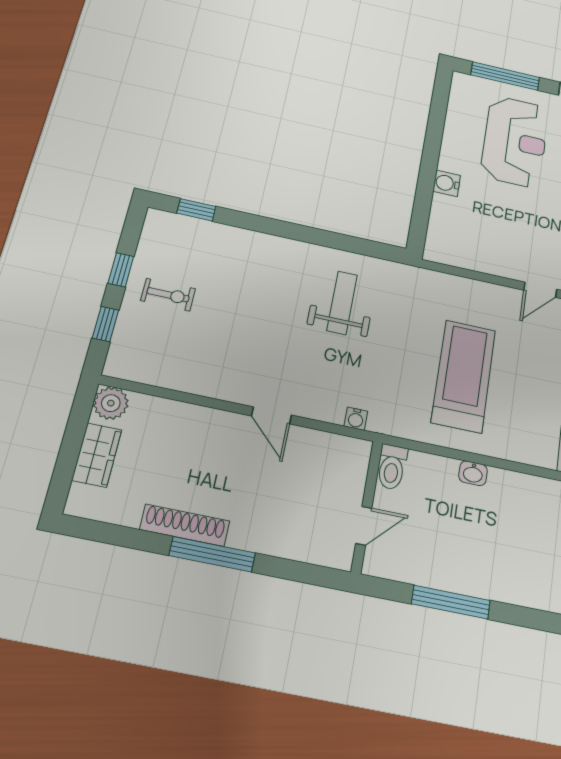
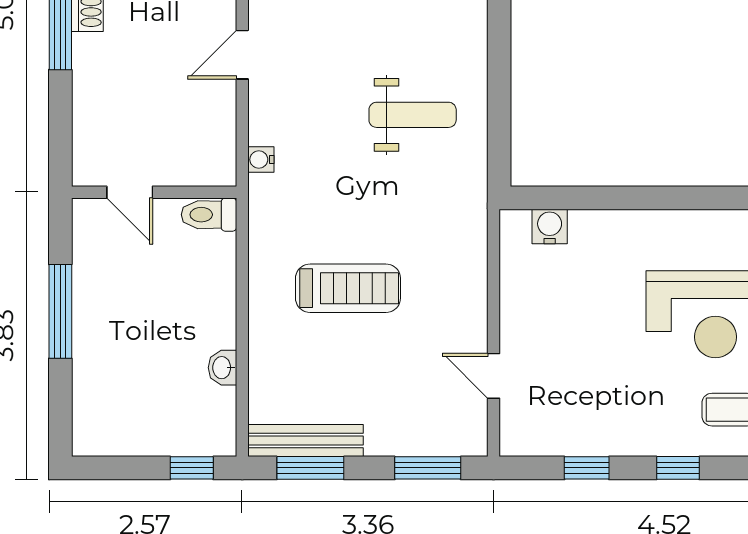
water cooler: (447, 183) -> (550, 227), moved
treadmill: (464, 376) -> (348, 288), width x0.73, depth x0.73
washbasin: (473, 473) -> (223, 368), moved

